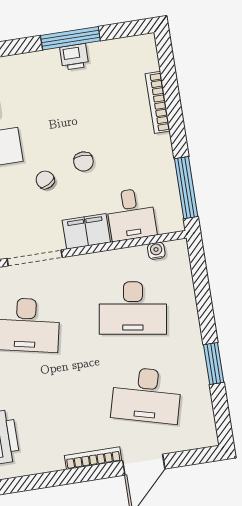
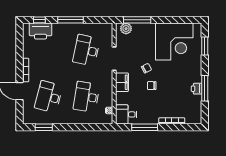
window: (186, 188) -> (145, 127), moved
desk: (131, 214) -> (126, 114), moved
window: (214, 363) -> (44, 127), moved

